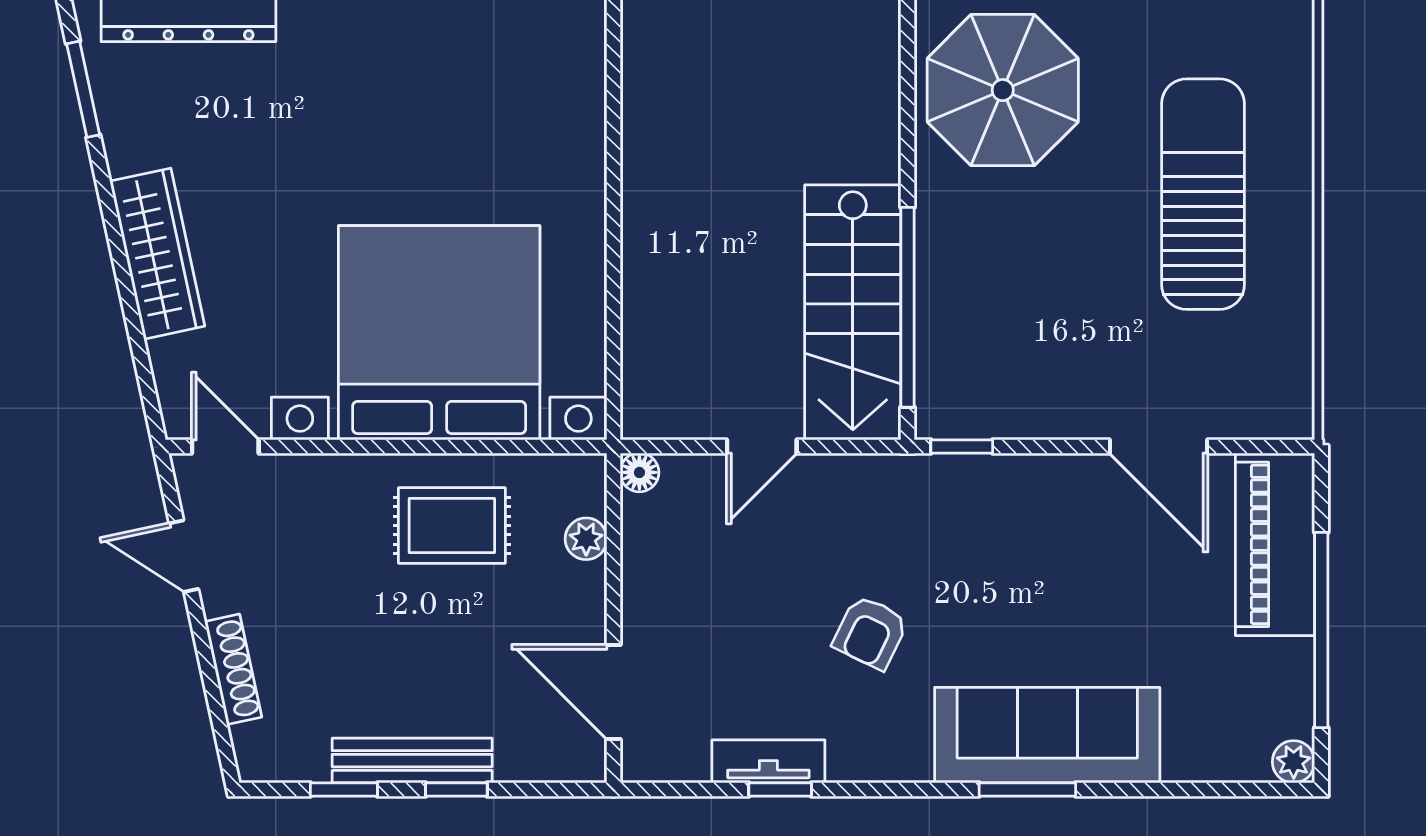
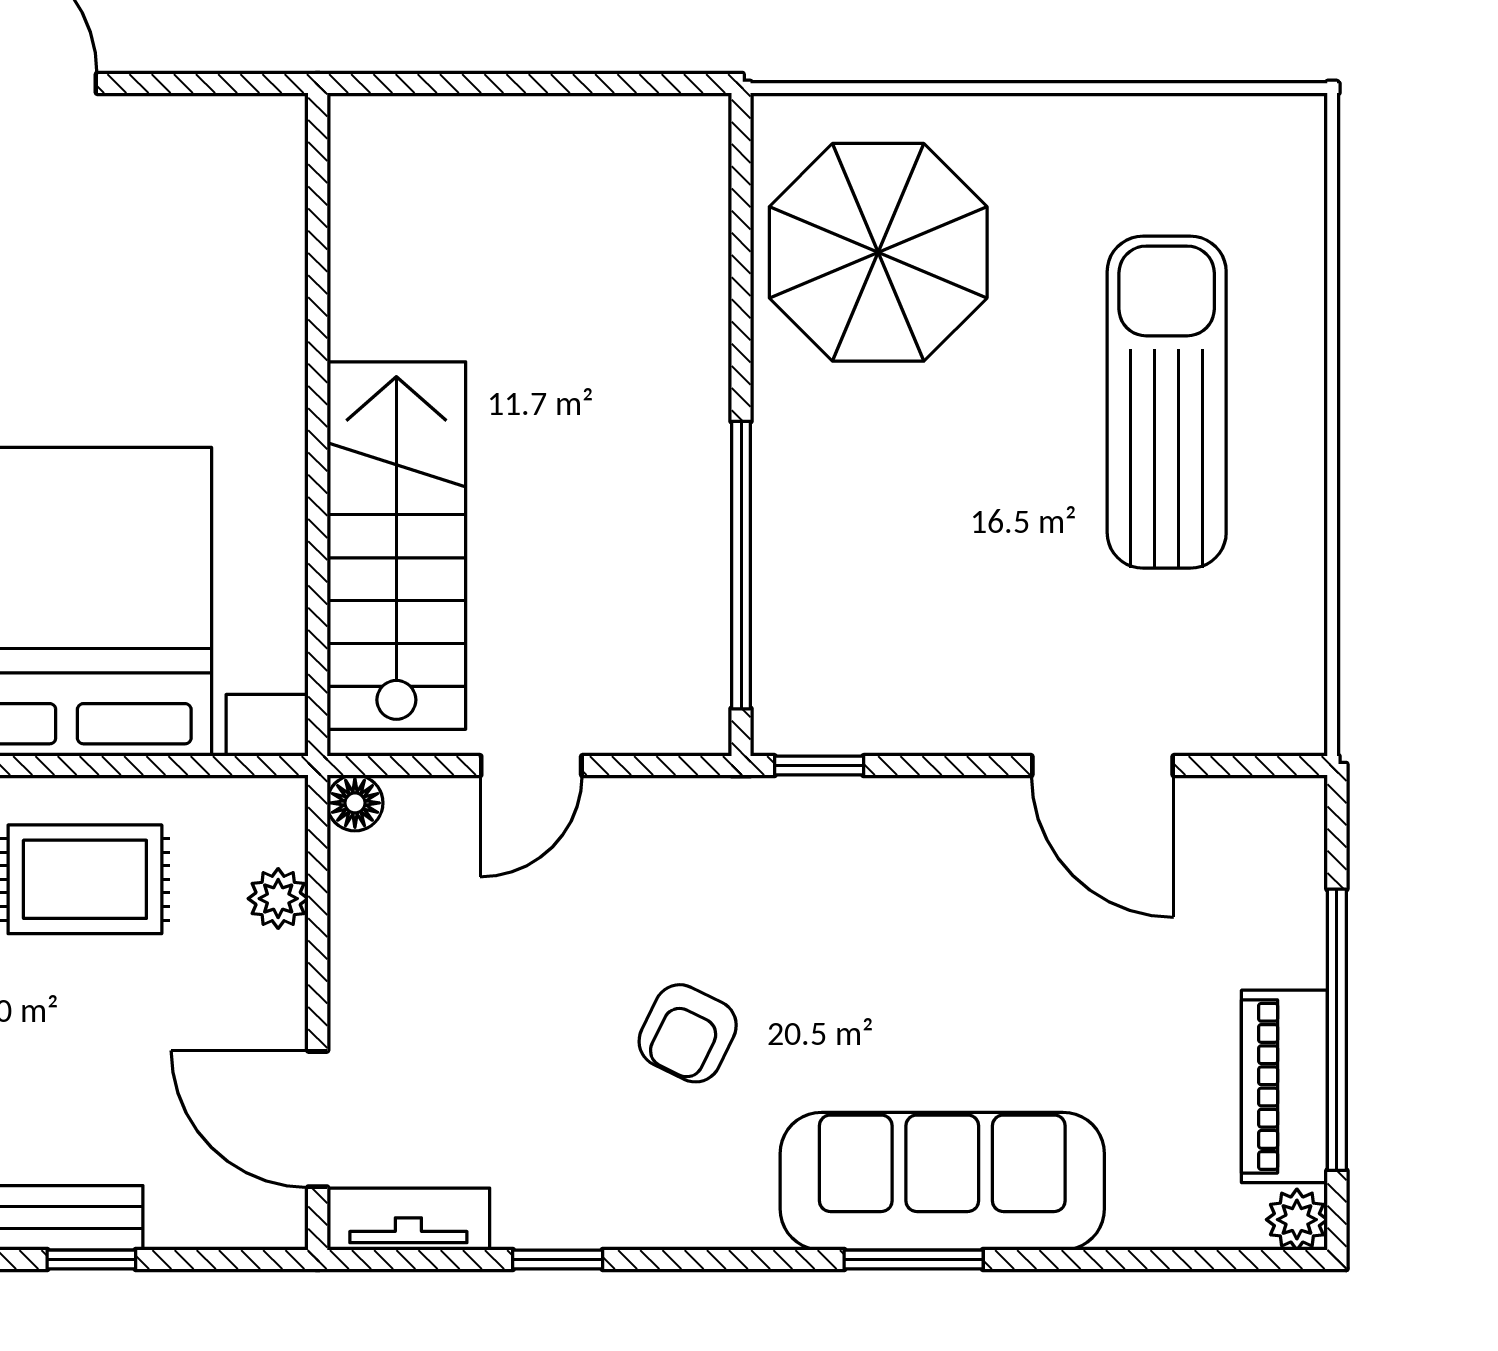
stairs: (853, 312) -> (396, 546), moved, turned 180
piano: (1275, 544) -> (1284, 1086), moved, width x0.73, depth x0.75
tv unit: (768, 761) -> (408, 1219), moved

